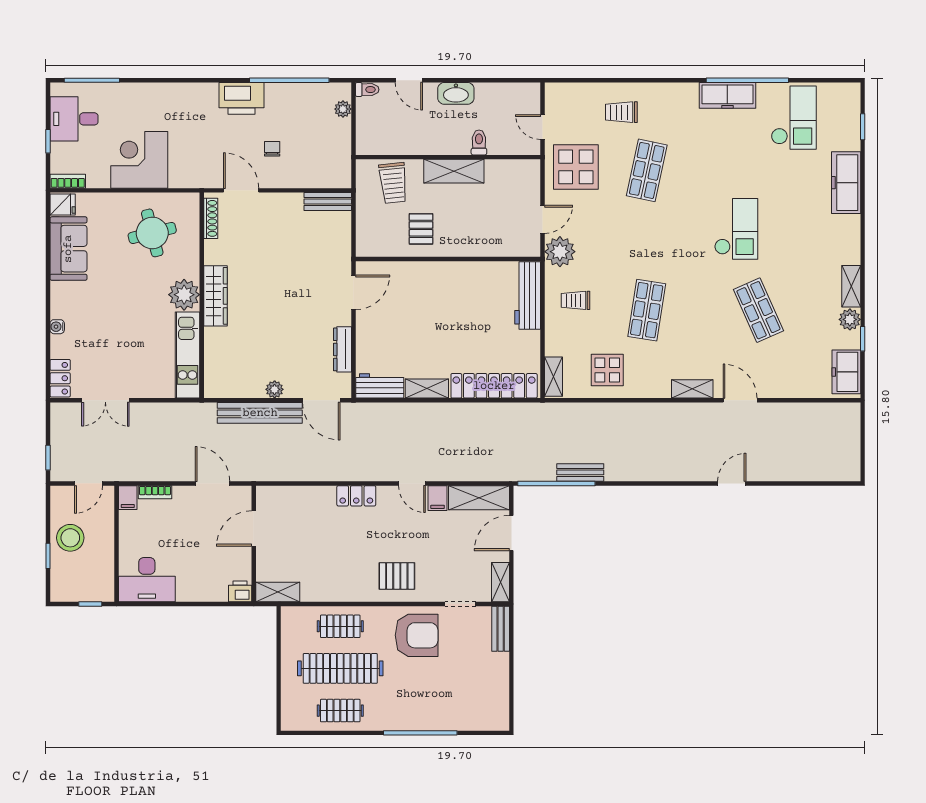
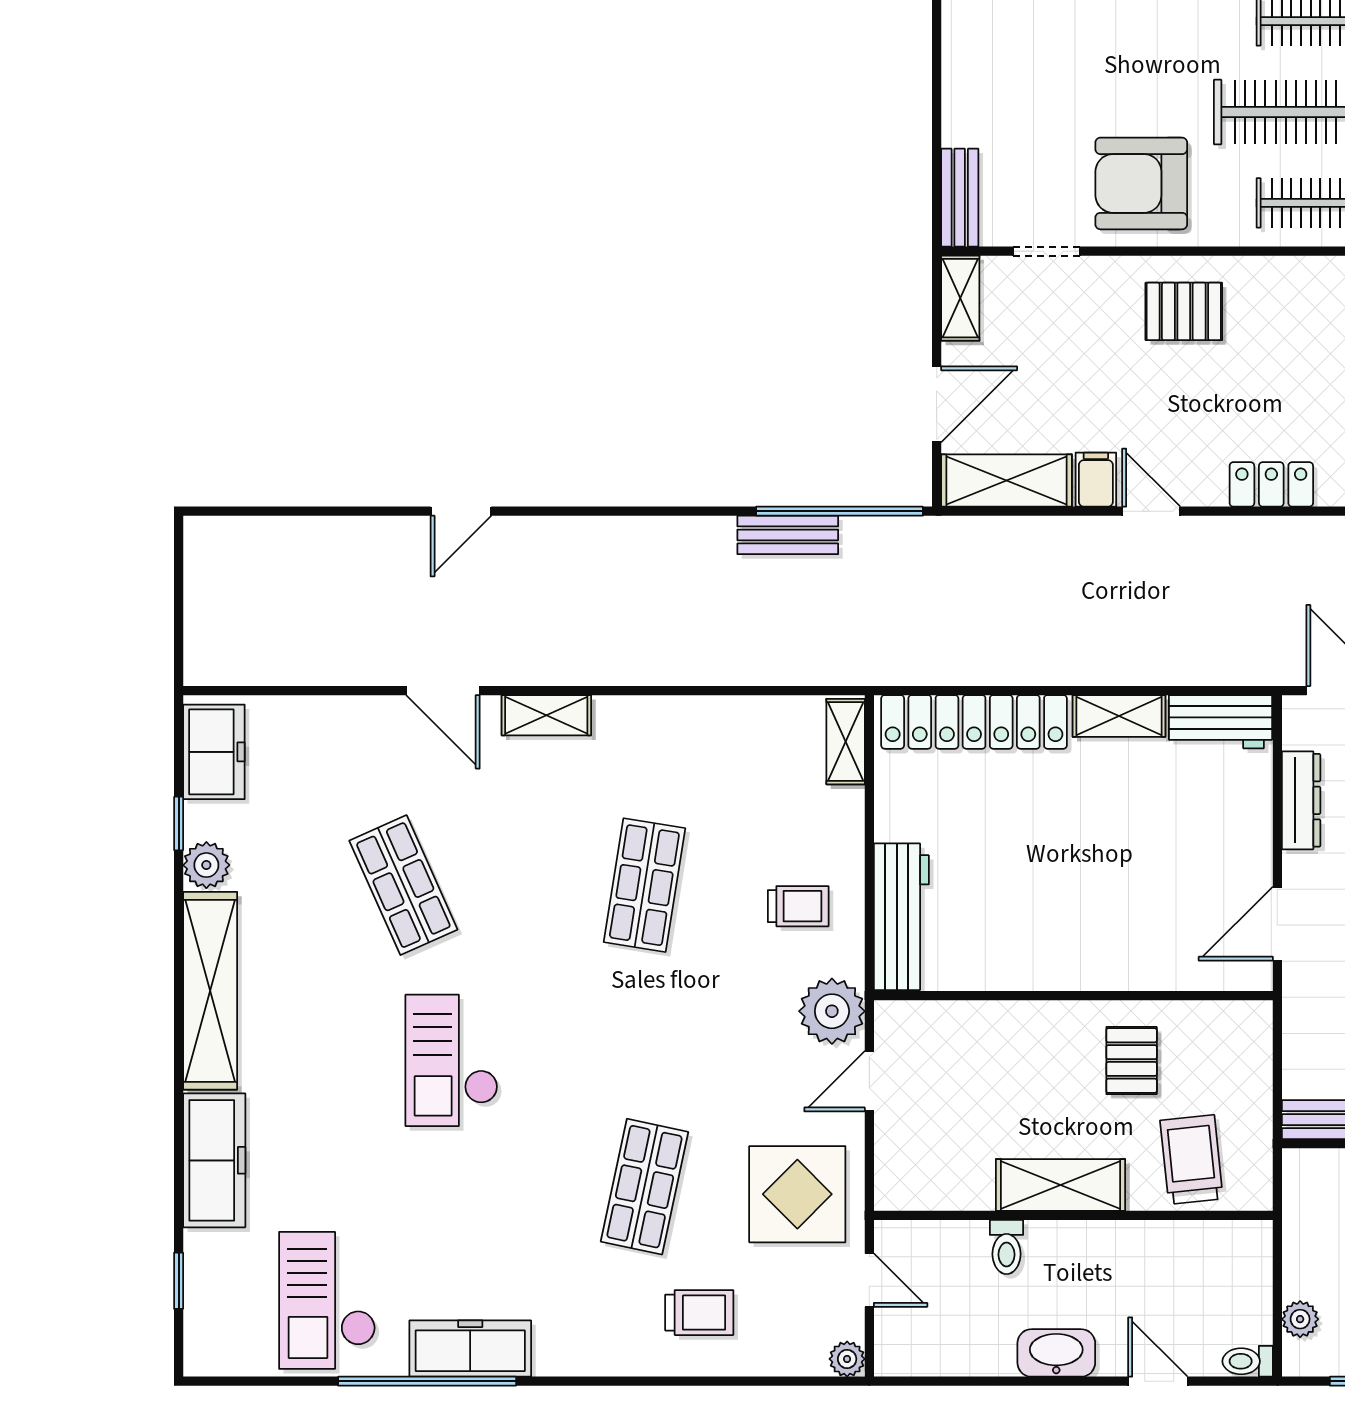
plant: (553, 91) -> (847, 1359), added
shelving: (851, 286) -> (210, 991), width x2.20, depth x1.33
display table: (607, 370) -> (730, 756), removed

